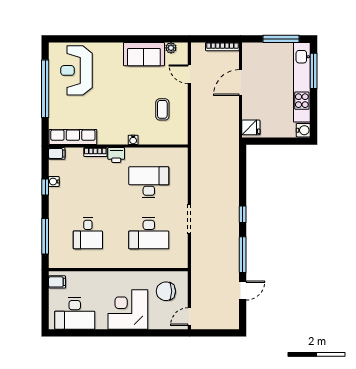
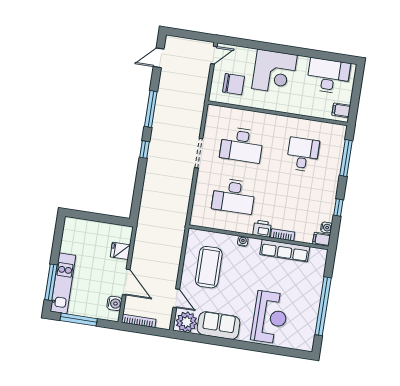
plant: (171, 48) -> (186, 322), width x1.87, depth x1.87
reception desk: (77, 70) -> (270, 317), moved
kitchen unit: (302, 82) -> (63, 283), width x0.73
door: (240, 83) -> (126, 282), hinge flipped
coffee table: (162, 109) -> (209, 267), width x1.86, depth x1.72
fridge: (251, 127) -> (120, 251), moved
water cooler: (303, 130) -> (114, 303), moved, turned 180
row of seats: (73, 137) -> (285, 251), moved
water cooler: (54, 182) -> (326, 227), moved
desk: (149, 233) -> (242, 145), turned 180
door: (243, 291) -> (159, 58), moved

